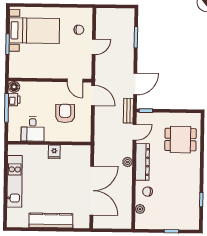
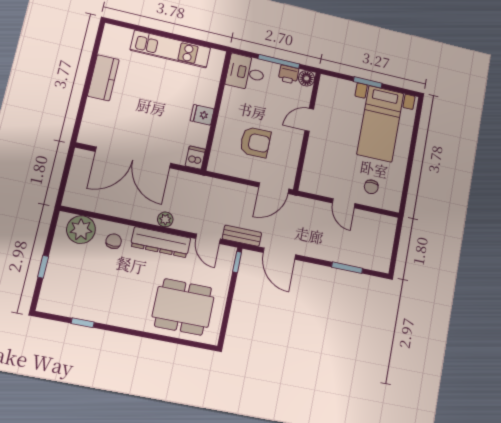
door: (75, 80) -> (309, 120), moved
desk: (33, 129) -> (246, 72), moved
dining table: (180, 140) -> (183, 307), width x1.38
dishwasher: (84, 151) -> (195, 158), added
plant: (140, 209) -> (81, 230), width x1.88, depth x1.88
kitchen counter: (51, 220) -> (103, 78), width x0.67

